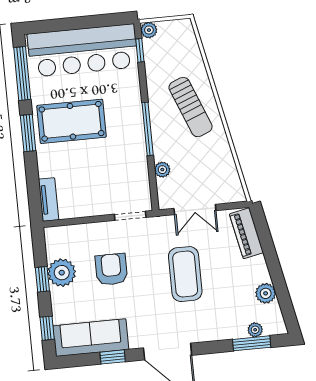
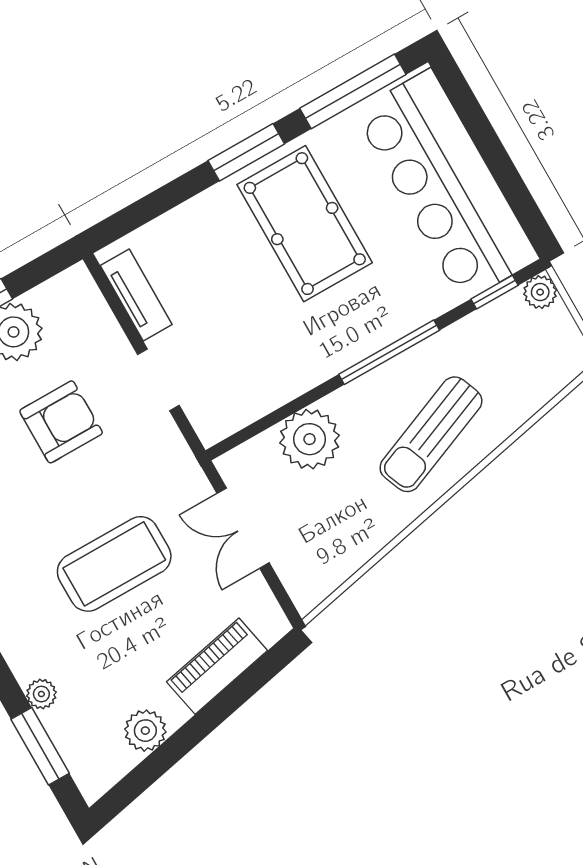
window: (148, 129) -> (389, 352), moved
plant: (162, 170) -> (310, 439), width x1.88, depth x1.88
tv unit: (49, 200) -> (136, 295), moved, turned -90
doorway: (130, 216) -> (158, 380), moved
piano: (246, 233) -> (217, 666), moved
plant: (255, 330) -> (41, 694), moved

